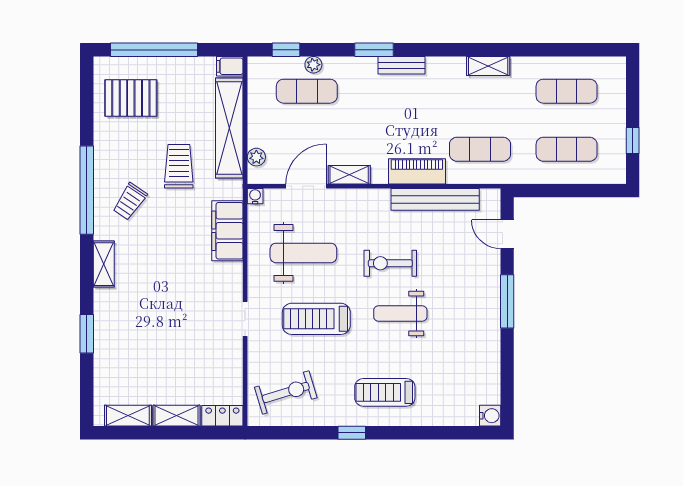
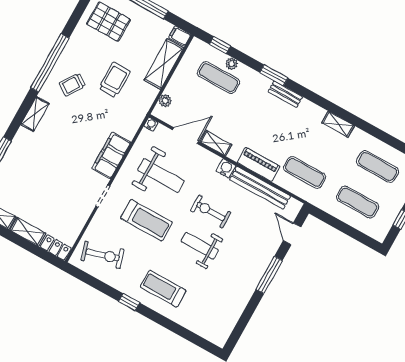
shelving: (229, 128) -> (164, 64), width x0.68
filing cabinet: (227, 231) -> (111, 155), moved
treadmill: (316, 319) -> (146, 220), turned 180
water cooler: (490, 416) -> (226, 168), moved, turned -90

